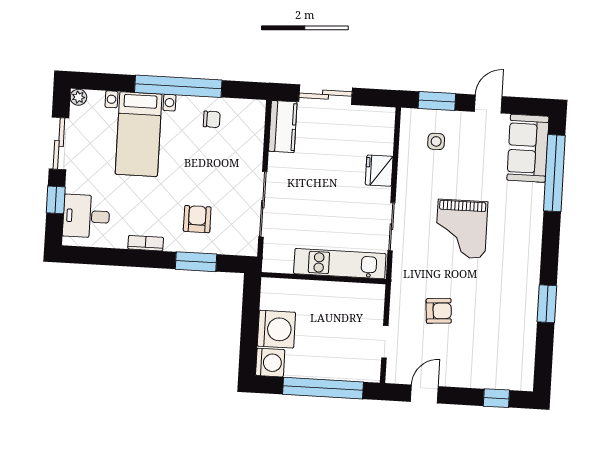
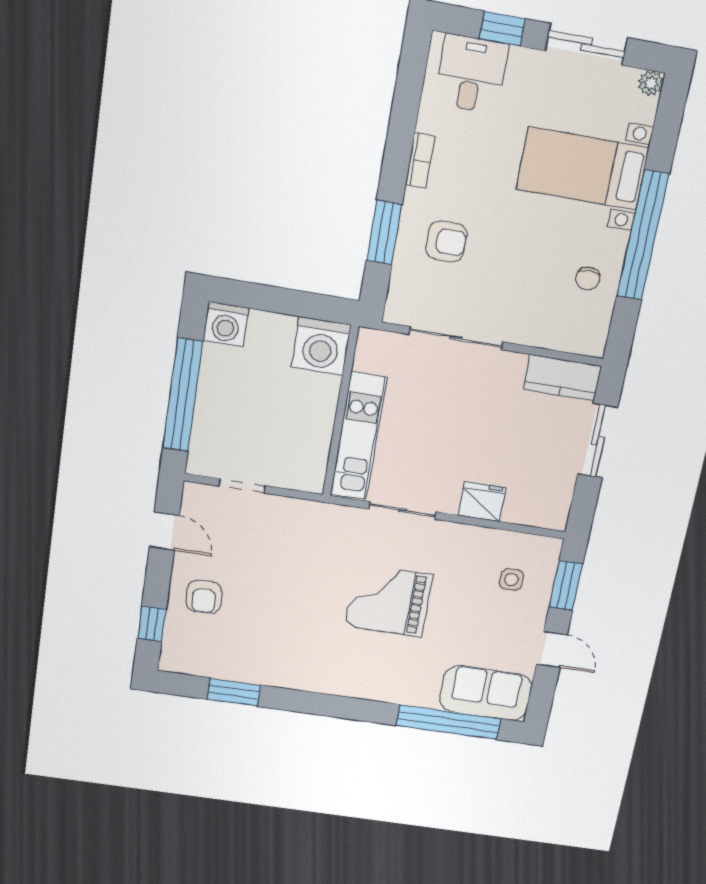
window: (547, 304) -> (234, 692), moved
armchair: (439, 311) -> (204, 597), moved
washing machine: (276, 329) -> (321, 346), moved

